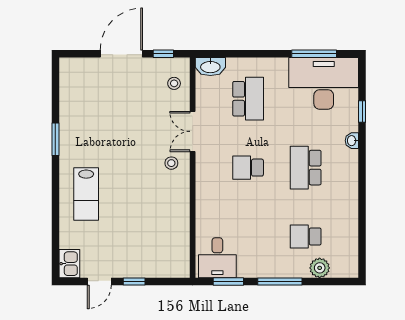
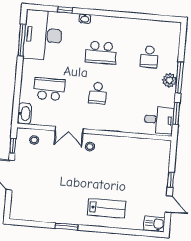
plant: (320, 268) -> (169, 80), moved

